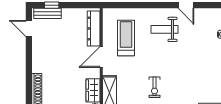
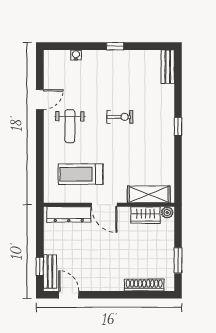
door: (29, 29) -> (69, 295), swing flipped
exercise bike: (155, 87) -> (120, 117), moved

